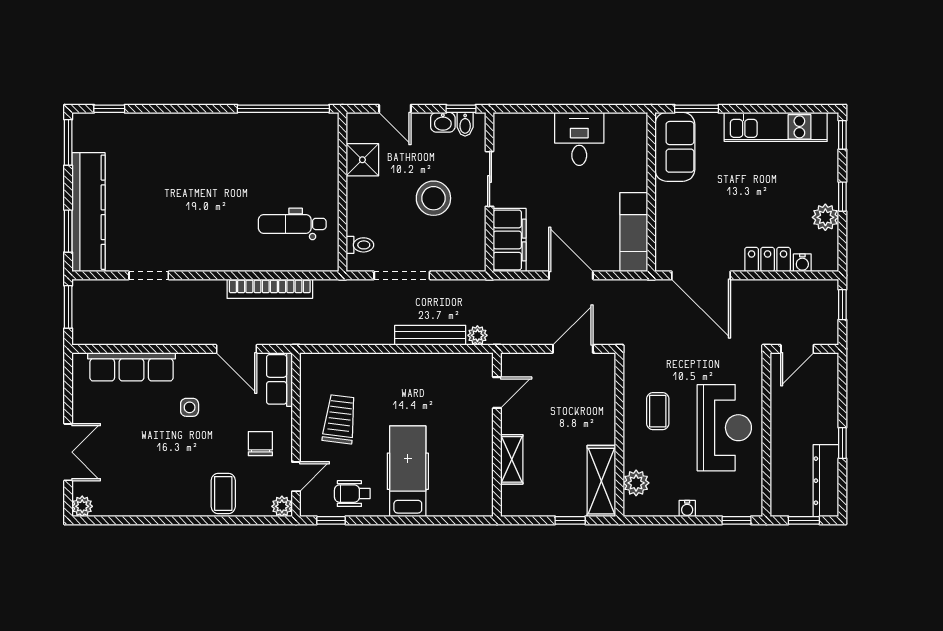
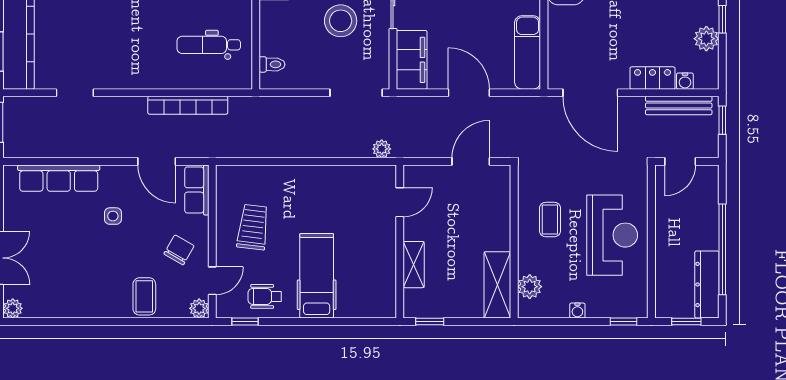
doorway: (402, 275) -> (356, 93), moved
bench: (430, 335) -> (679, 106), moved
window: (842, 443) -> (722, 249), width x3.17
chair: (260, 444) -> (179, 250), turned 30
window: (570, 520) -> (430, 322), moved

